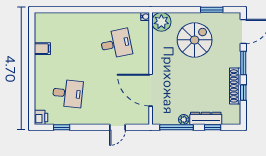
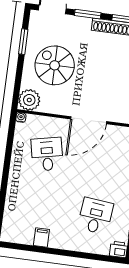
door: (151, 90) -> (89, 120), moved

